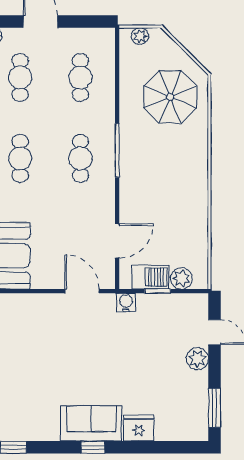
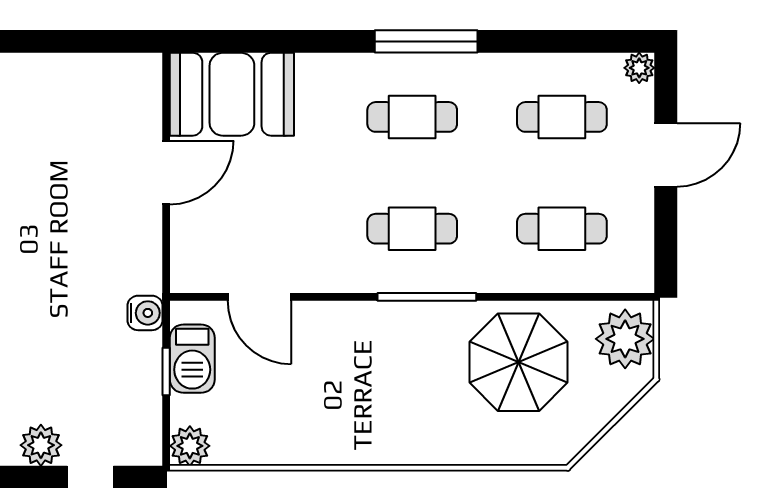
plant: (140, 36) -> (625, 339), width x1.88, depth x1.88
parasol: (170, 97) -> (518, 362), moved
plant: (181, 278) -> (190, 446), moved
door: (82, 291) -> (166, 172), moved

